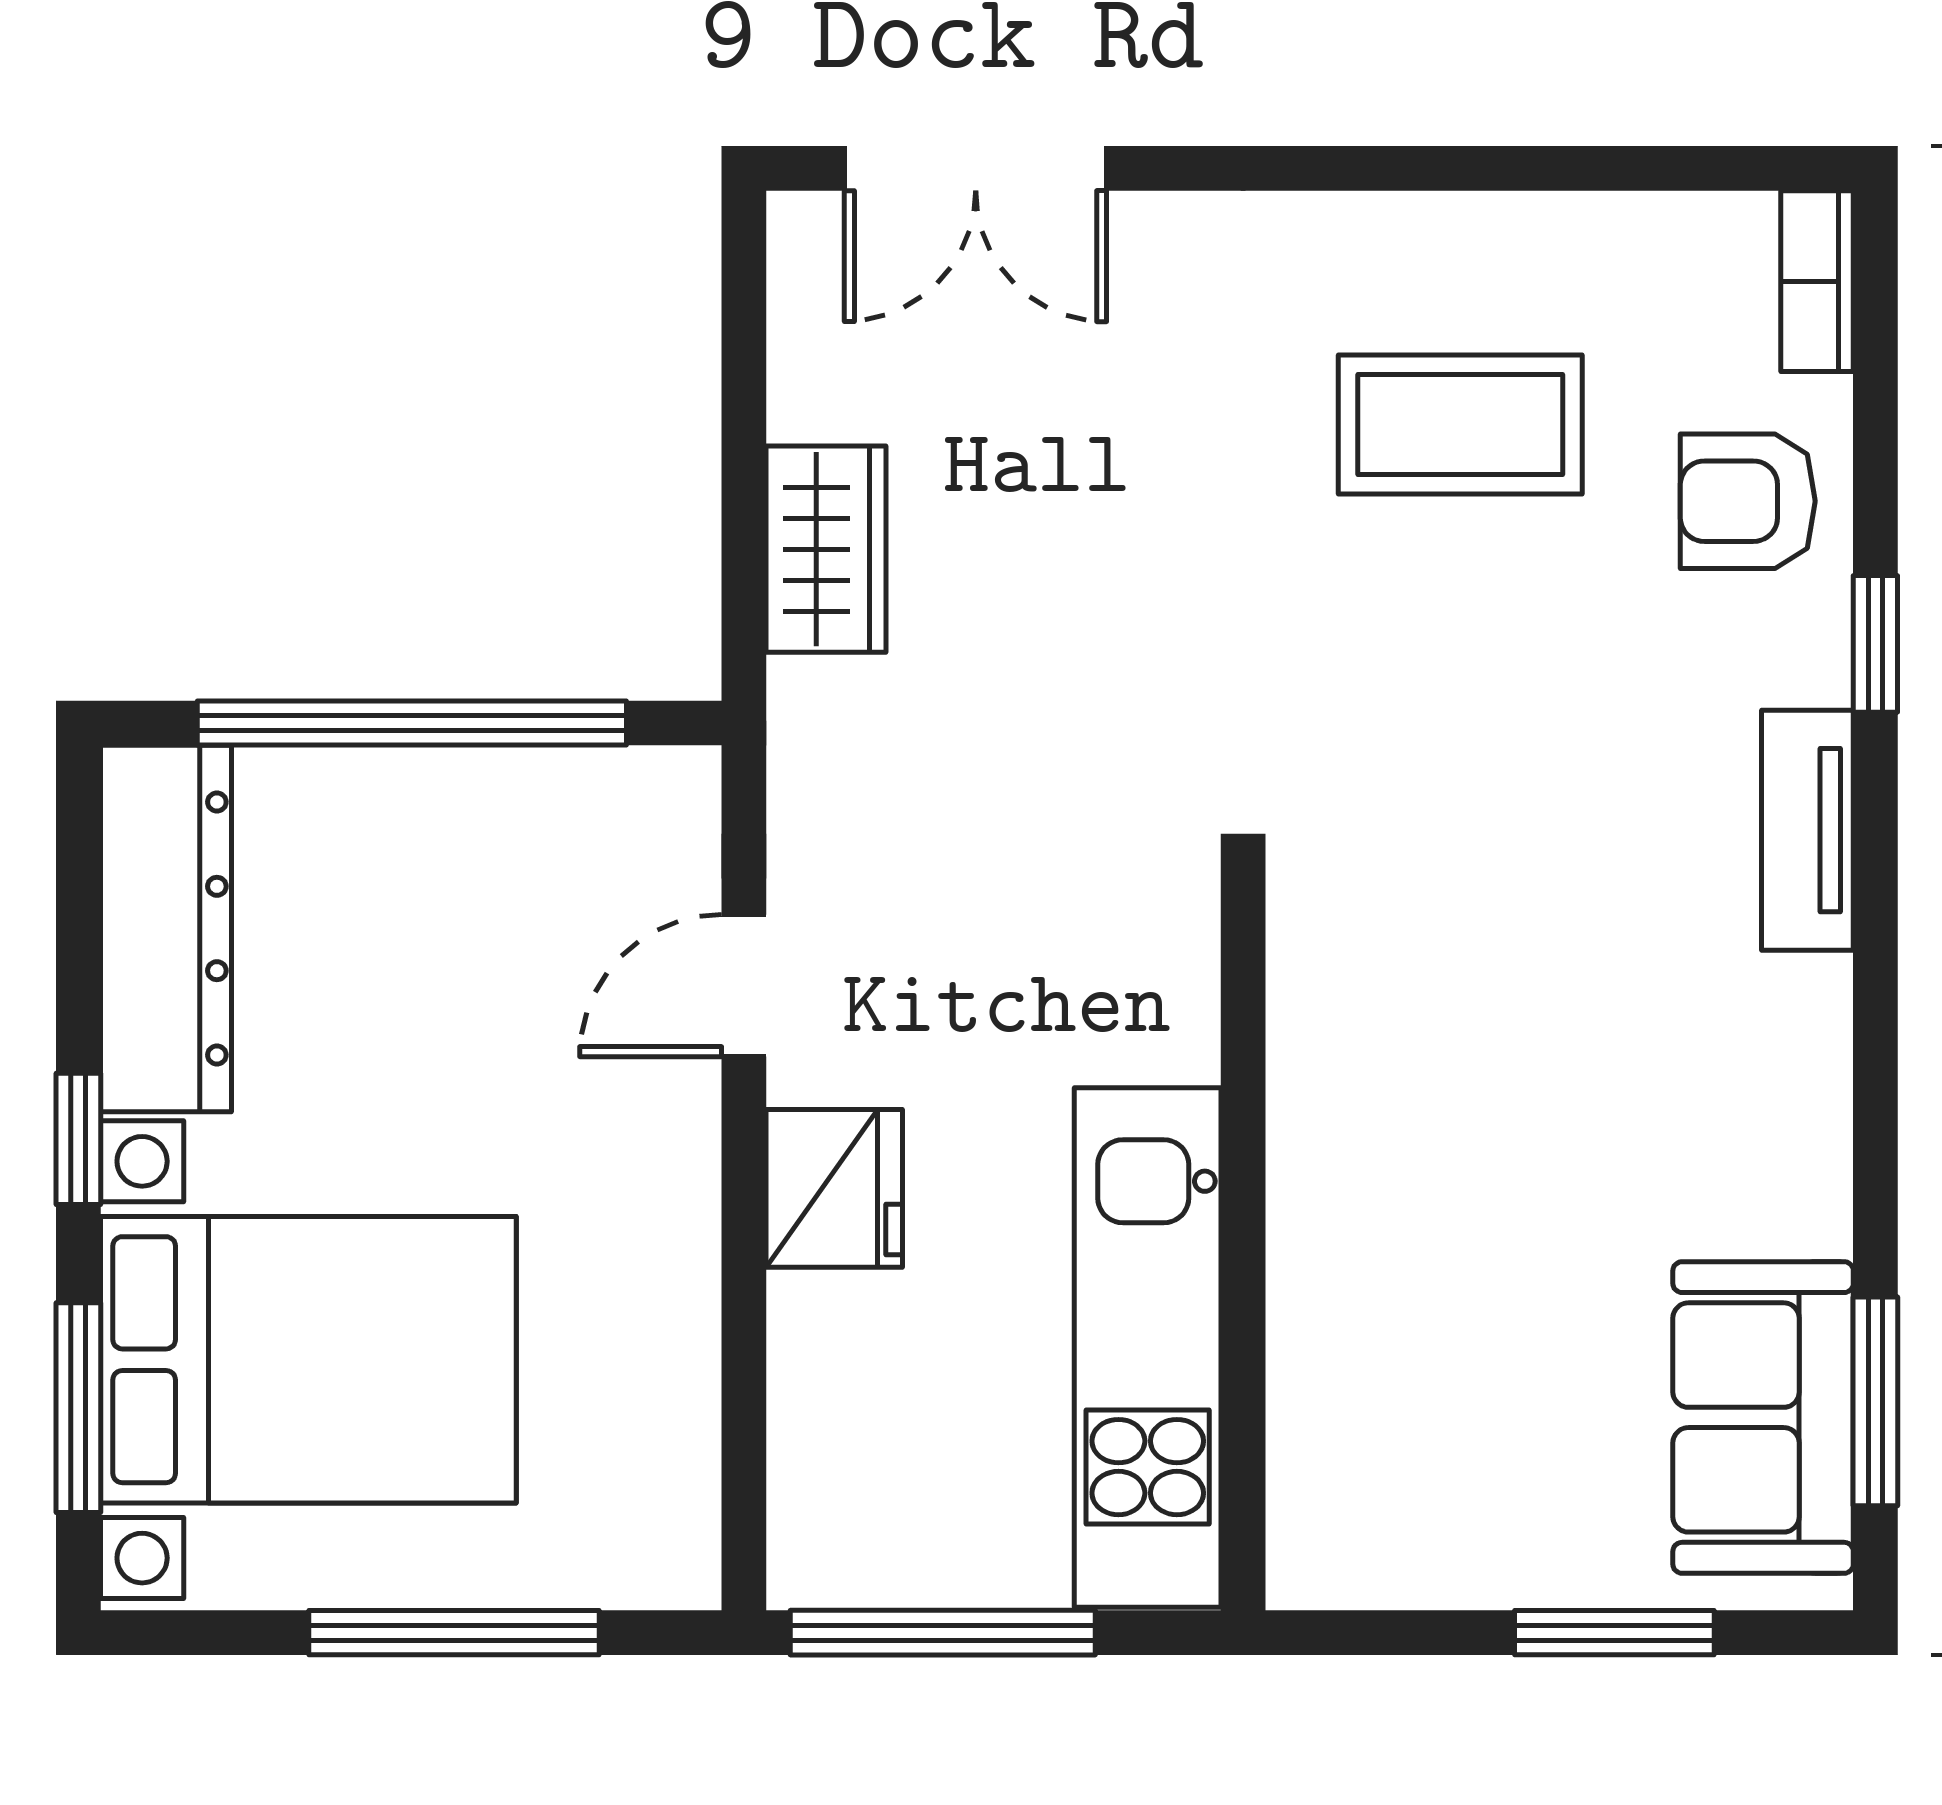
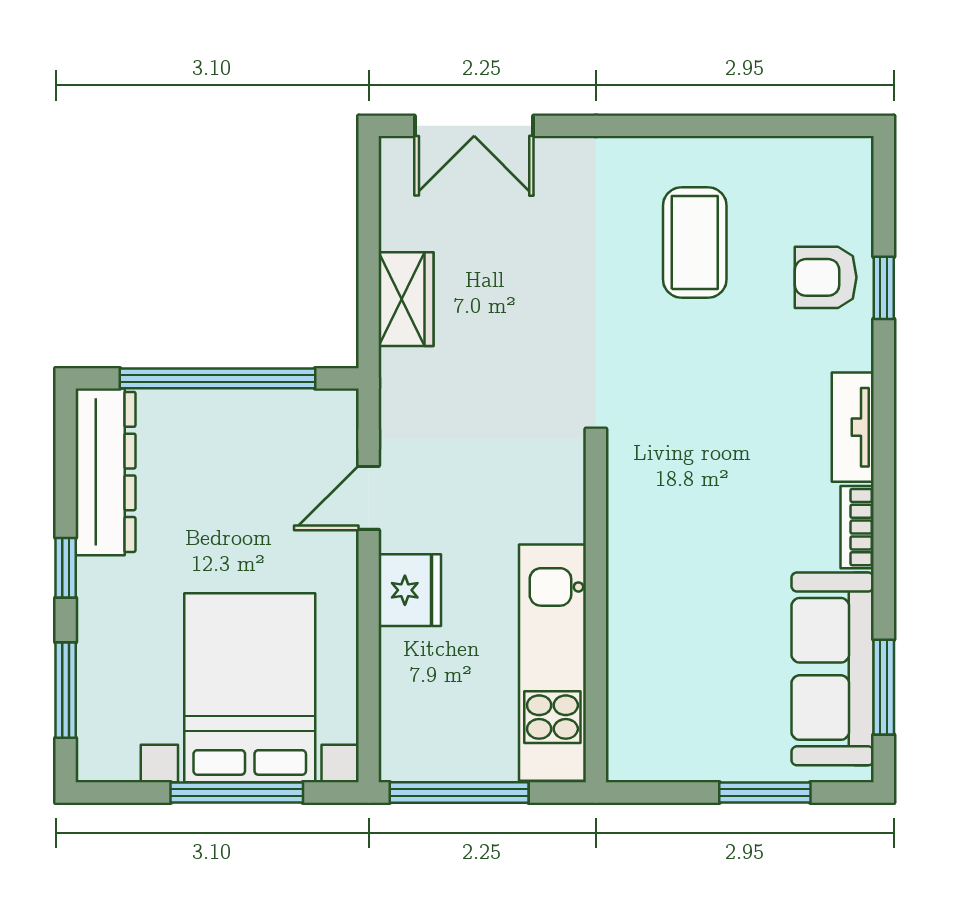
bookcase: (1817, 281) -> (857, 527), moved
coffee table: (1460, 425) -> (695, 243), turned 90
window: (1875, 644) -> (884, 288), moved
bed with nightstands: (308, 1360) -> (250, 688), moved, turned -90
sofa: (1763, 1417) -> (833, 669), width x1.36

